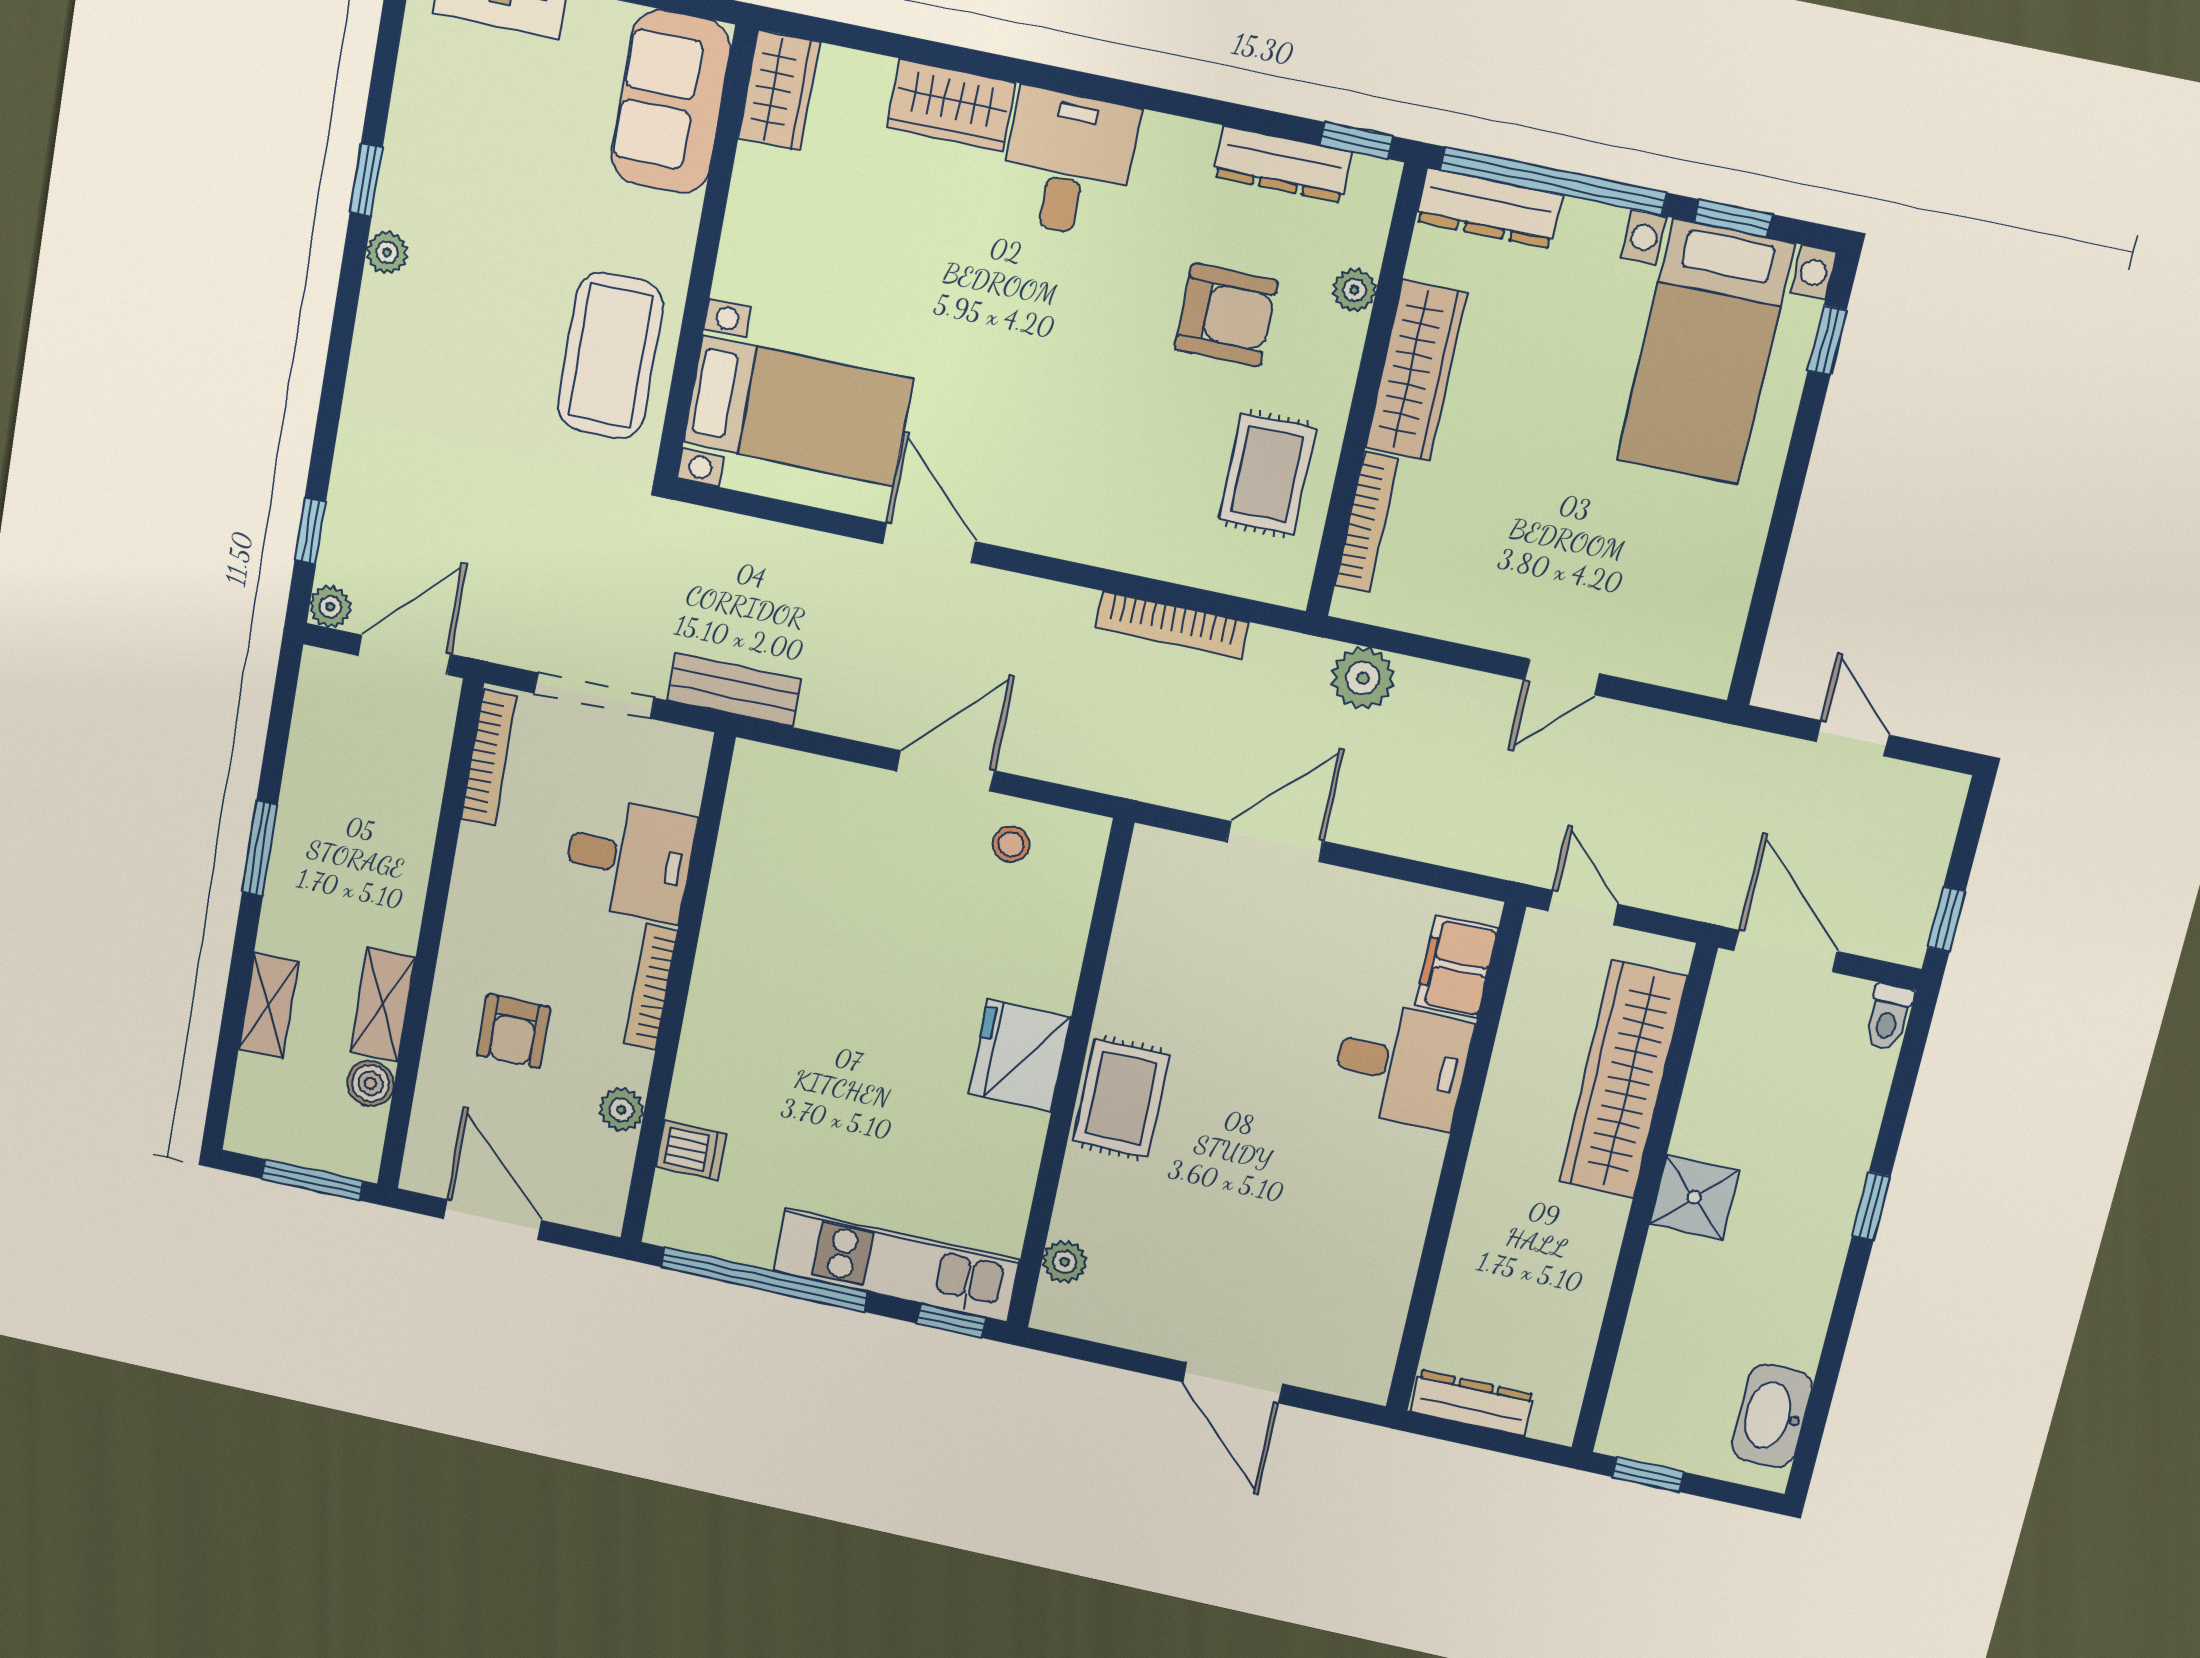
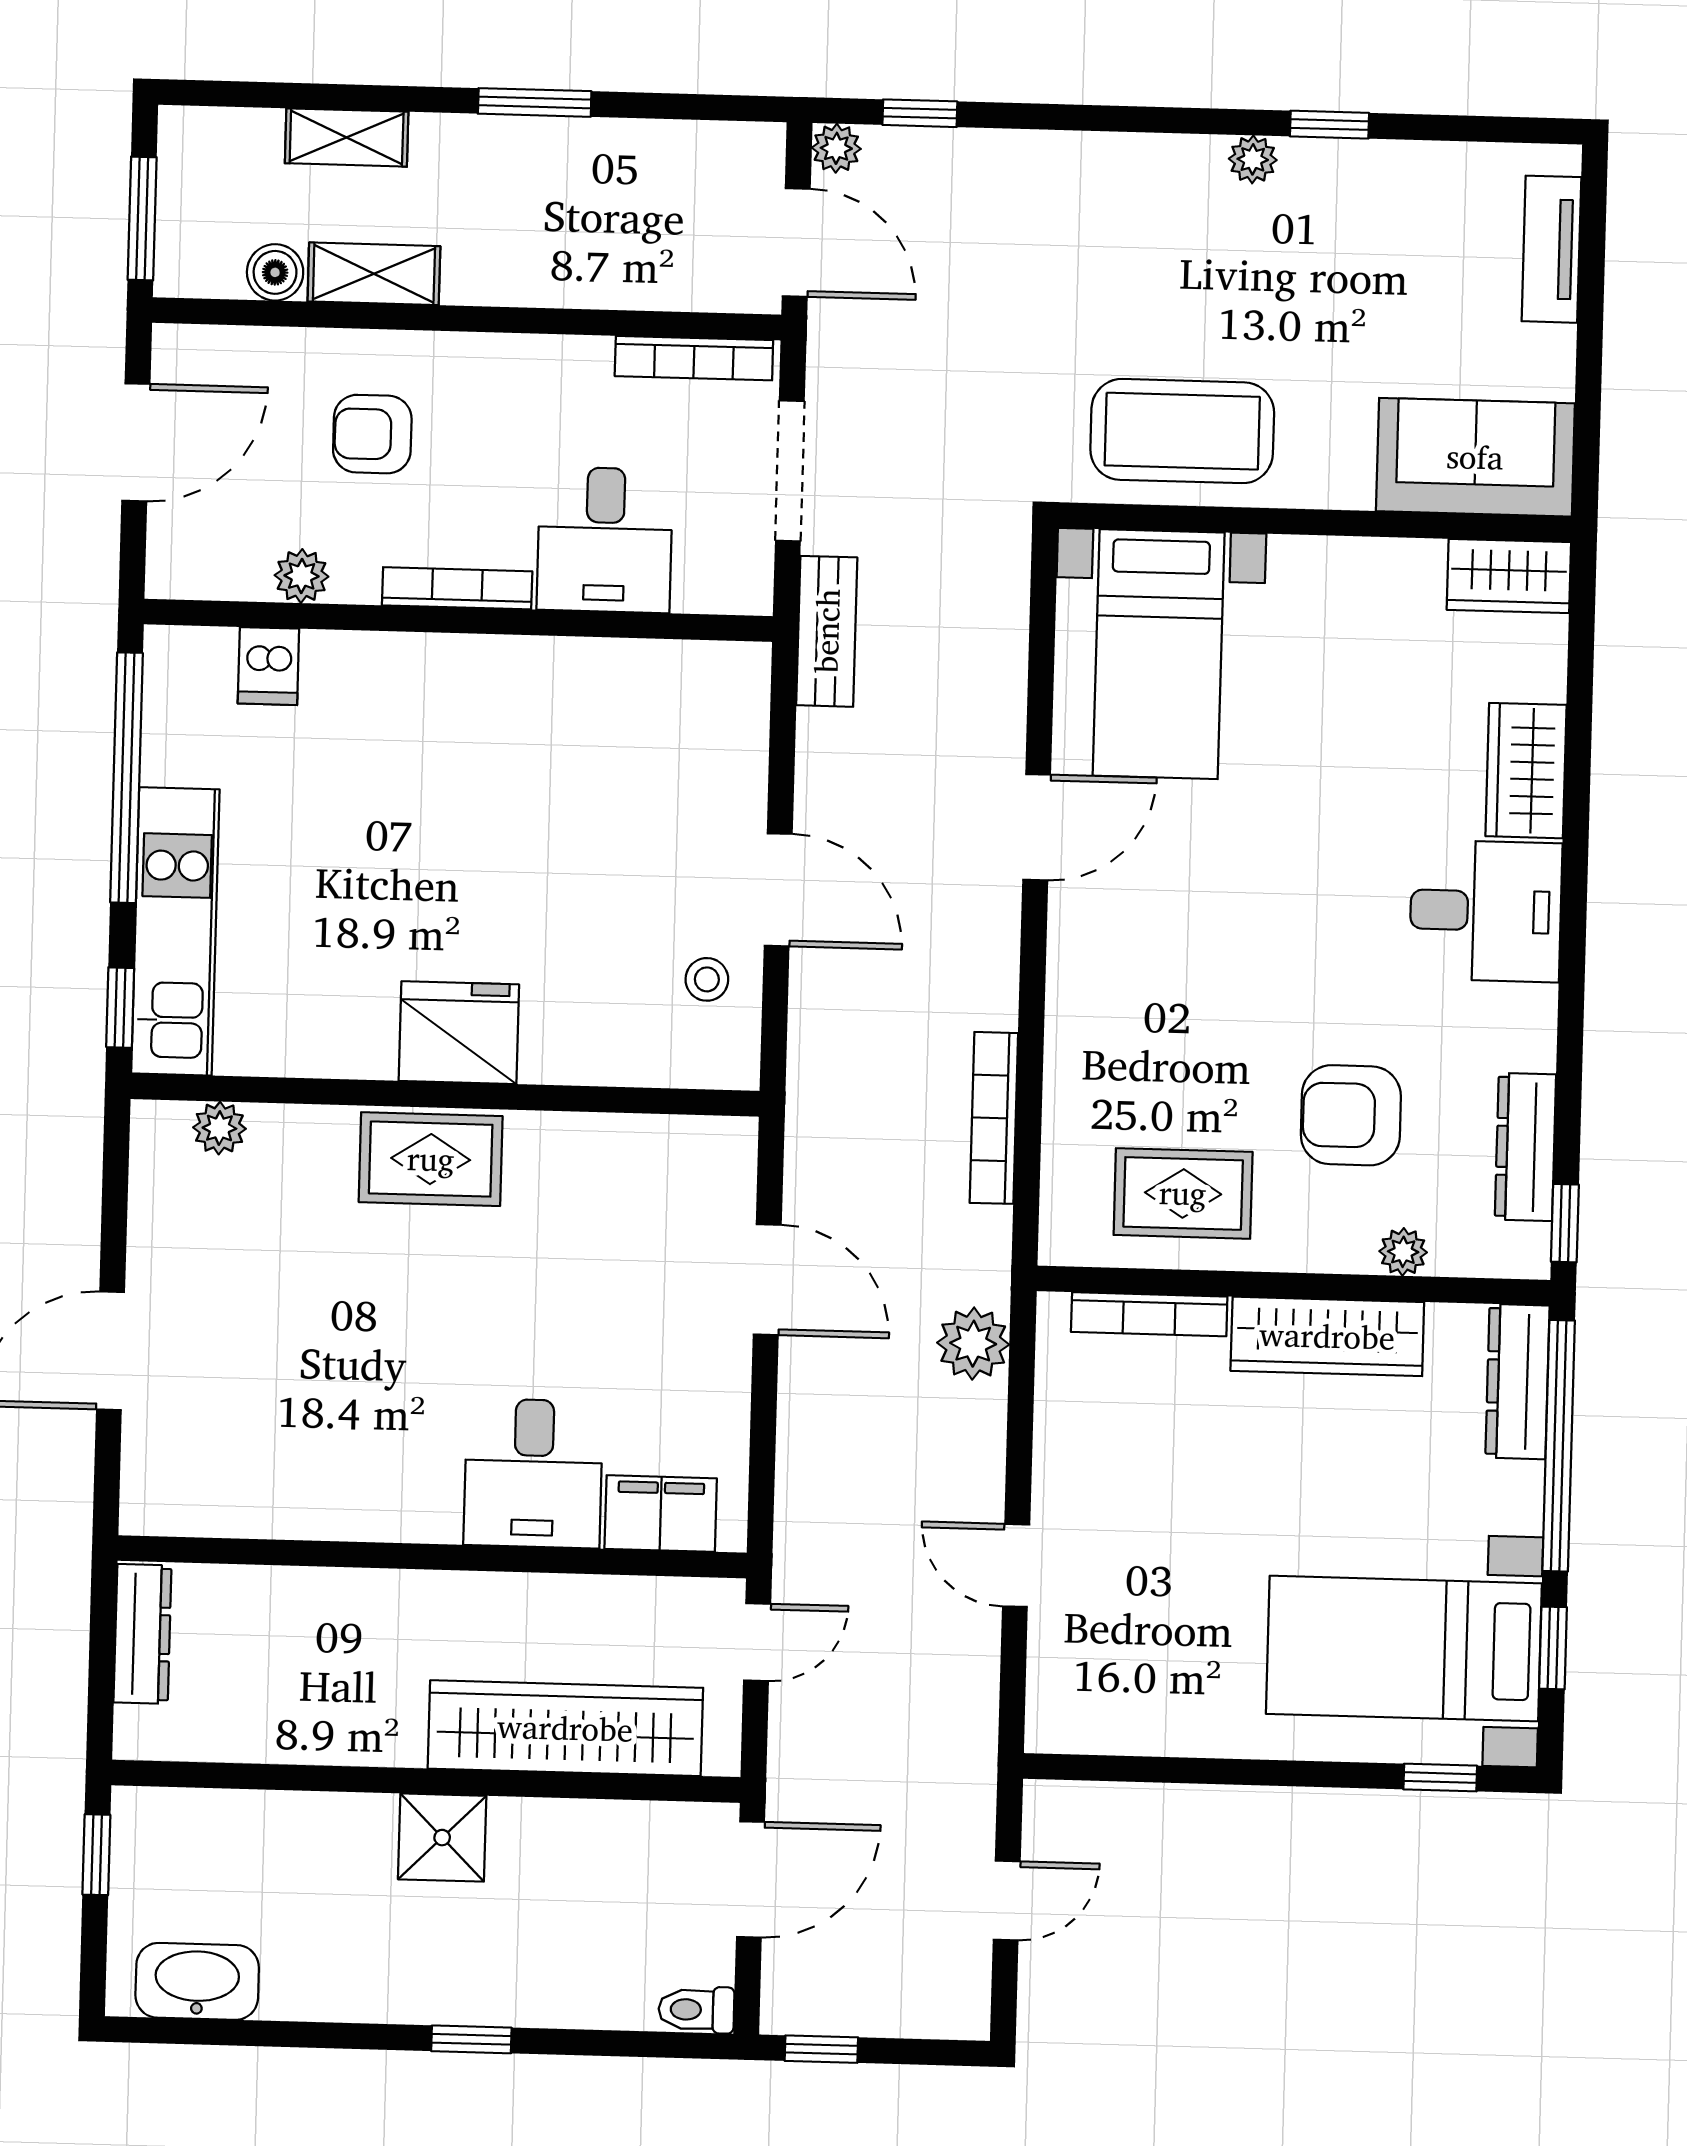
armchair: (1226, 315) -> (1351, 1115), turned 90

